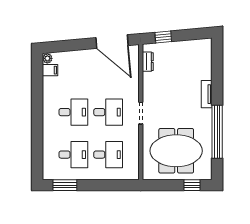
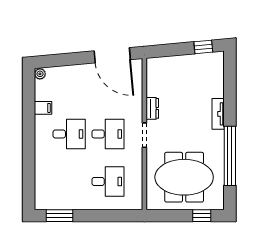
window: (163, 37) -> (203, 47), moved
dresser: (148, 62) -> (152, 108), moved
filing cabinet: (50, 70) -> (43, 108), moved
desk: (73, 155) -> (69, 181), removed

